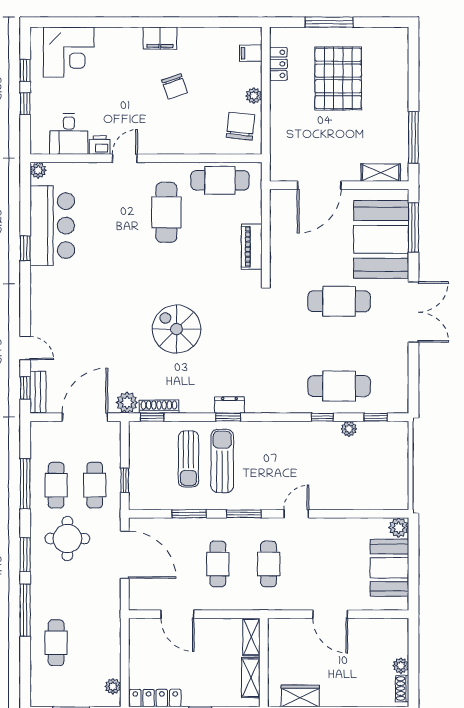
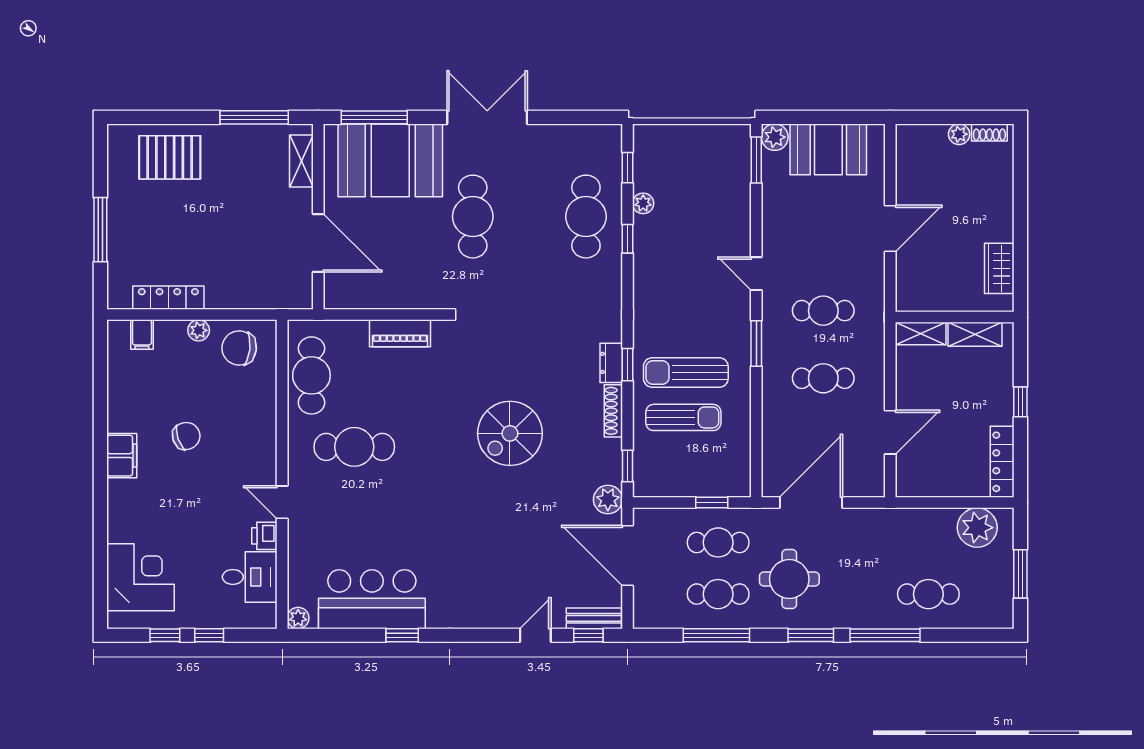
locker: (278, 64) -> (168, 298), width x1.53
pallet: (338, 78) -> (170, 157), moved, width x0.73, depth x0.71
shoe rack: (159, 407) -> (613, 411), moved
window: (189, 514) -> (756, 160), moved
plant: (113, 686) -> (977, 528), width x1.87, depth x1.87

